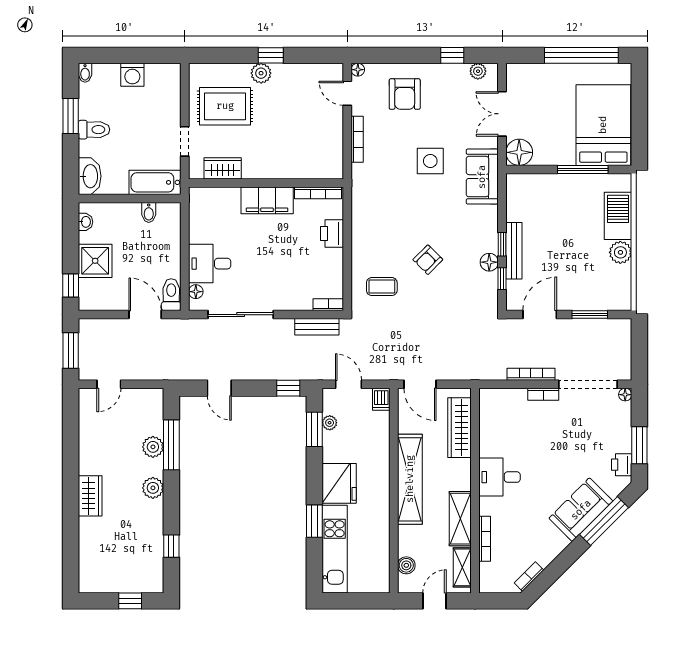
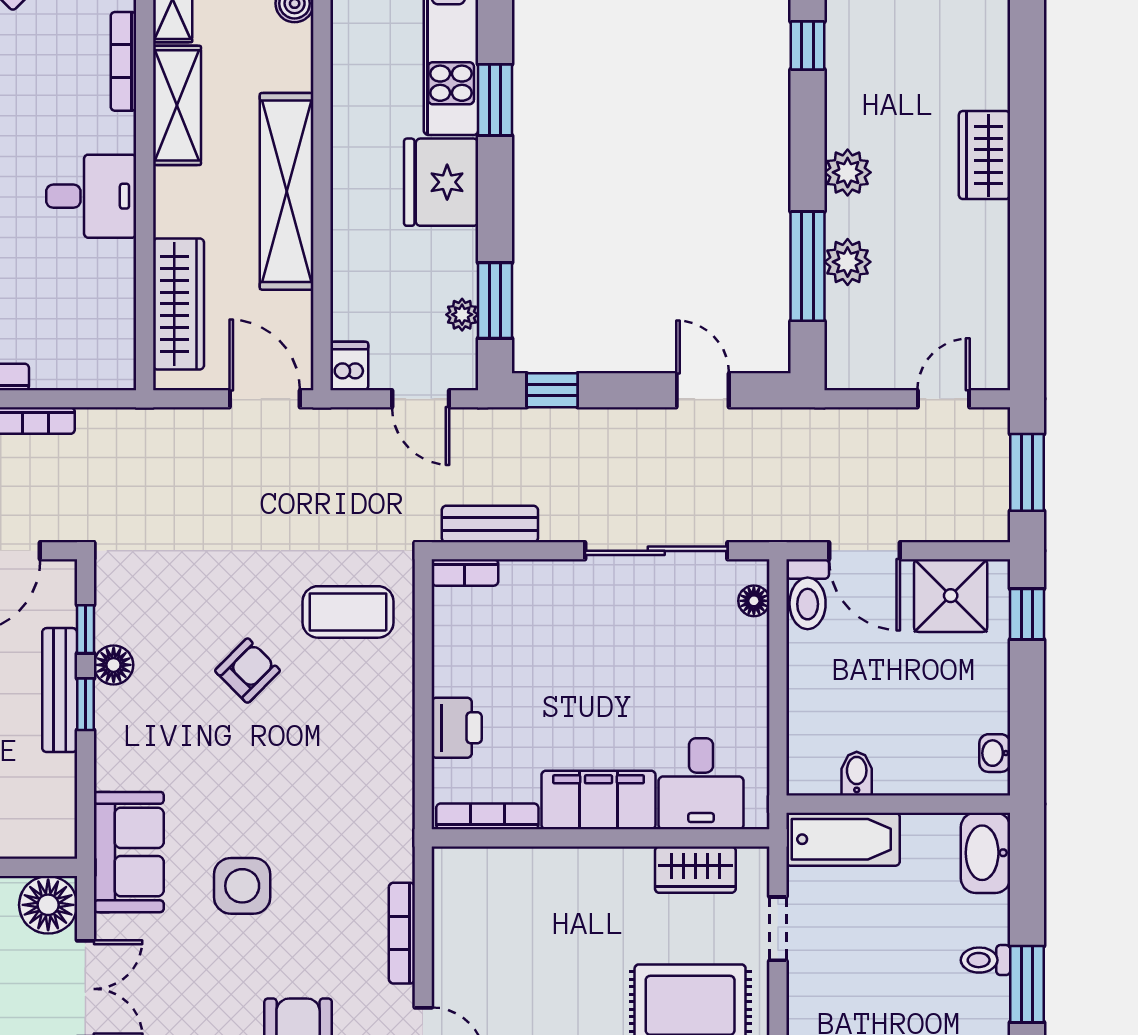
toilet: (94, 130) -> (986, 960), width x0.73, depth x0.72
shower: (95, 261) -> (951, 596), moved
desk: (210, 264) -> (701, 784), moved, turned 90
coffee table: (382, 287) -> (348, 612), width x1.36, depth x1.30

